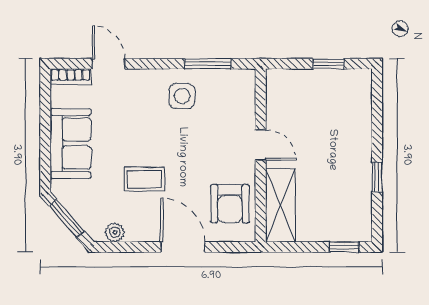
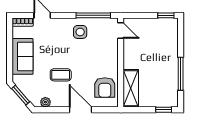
window: (208, 64) -> (93, 15), width x1.44
window: (328, 64) -> (166, 15), moved
door: (261, 145) -> (121, 31), moved
window: (377, 177) -> (181, 74), width x2.17

